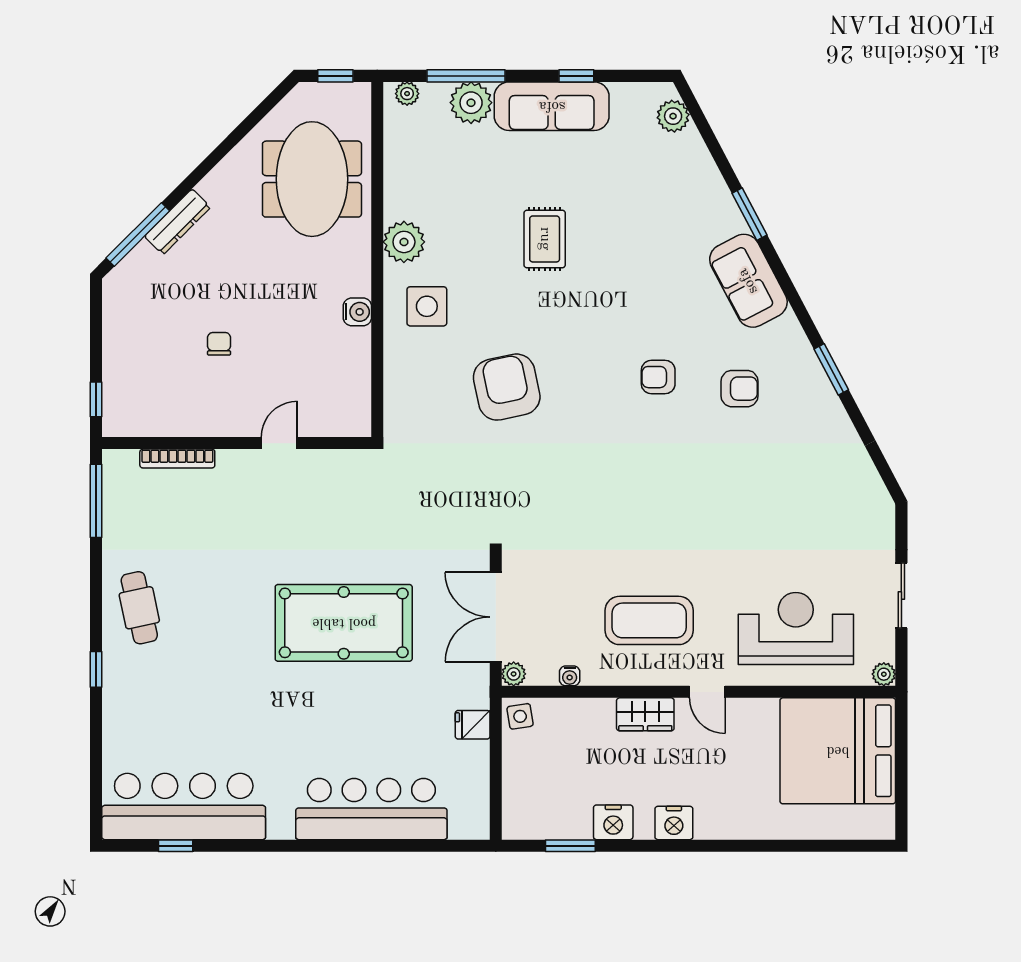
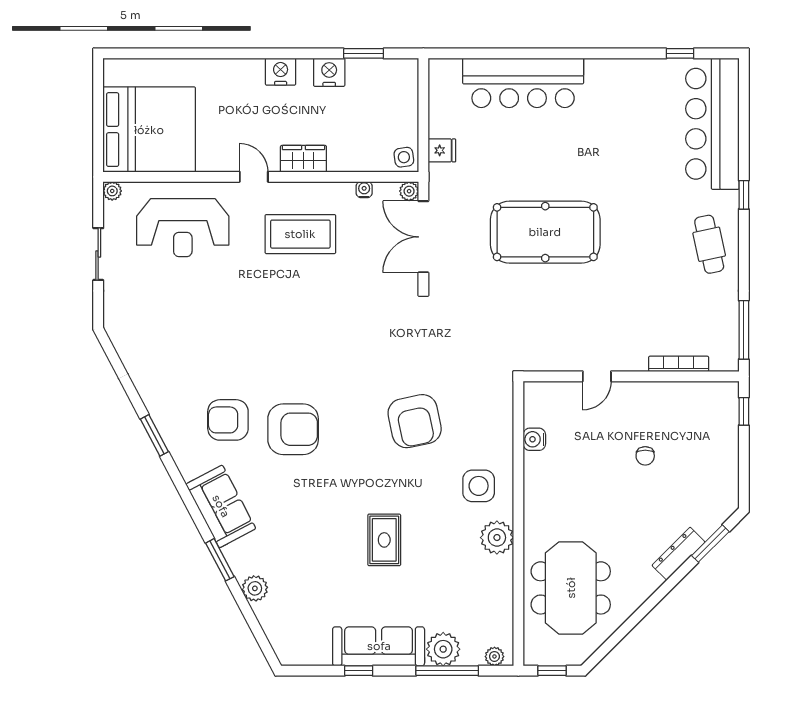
plant: (673, 116) -> (255, 588), moved
window: (138, 234) -> (710, 544), width x0.69
water cooler: (357, 312) -> (534, 439), moved
armchair: (658, 377) -> (293, 429), width x1.88, depth x1.88
armchair: (740, 389) -> (228, 420), width x1.38, depth x1.38
double door: (496, 617) -> (423, 237), swing flipped
bar counter: (184, 807) -> (712, 124), moved, turned 90

